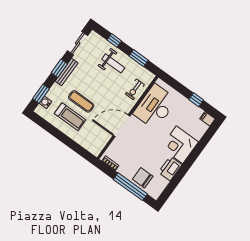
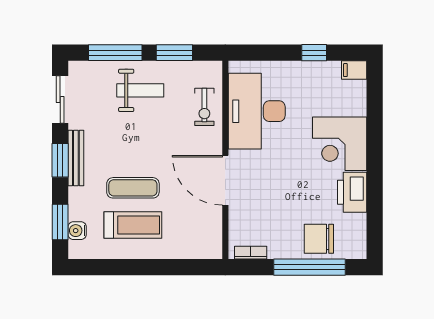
window: (114, 40) -> (115, 53), width x2.17
door: (122, 126) -> (225, 180), hinge flipped

